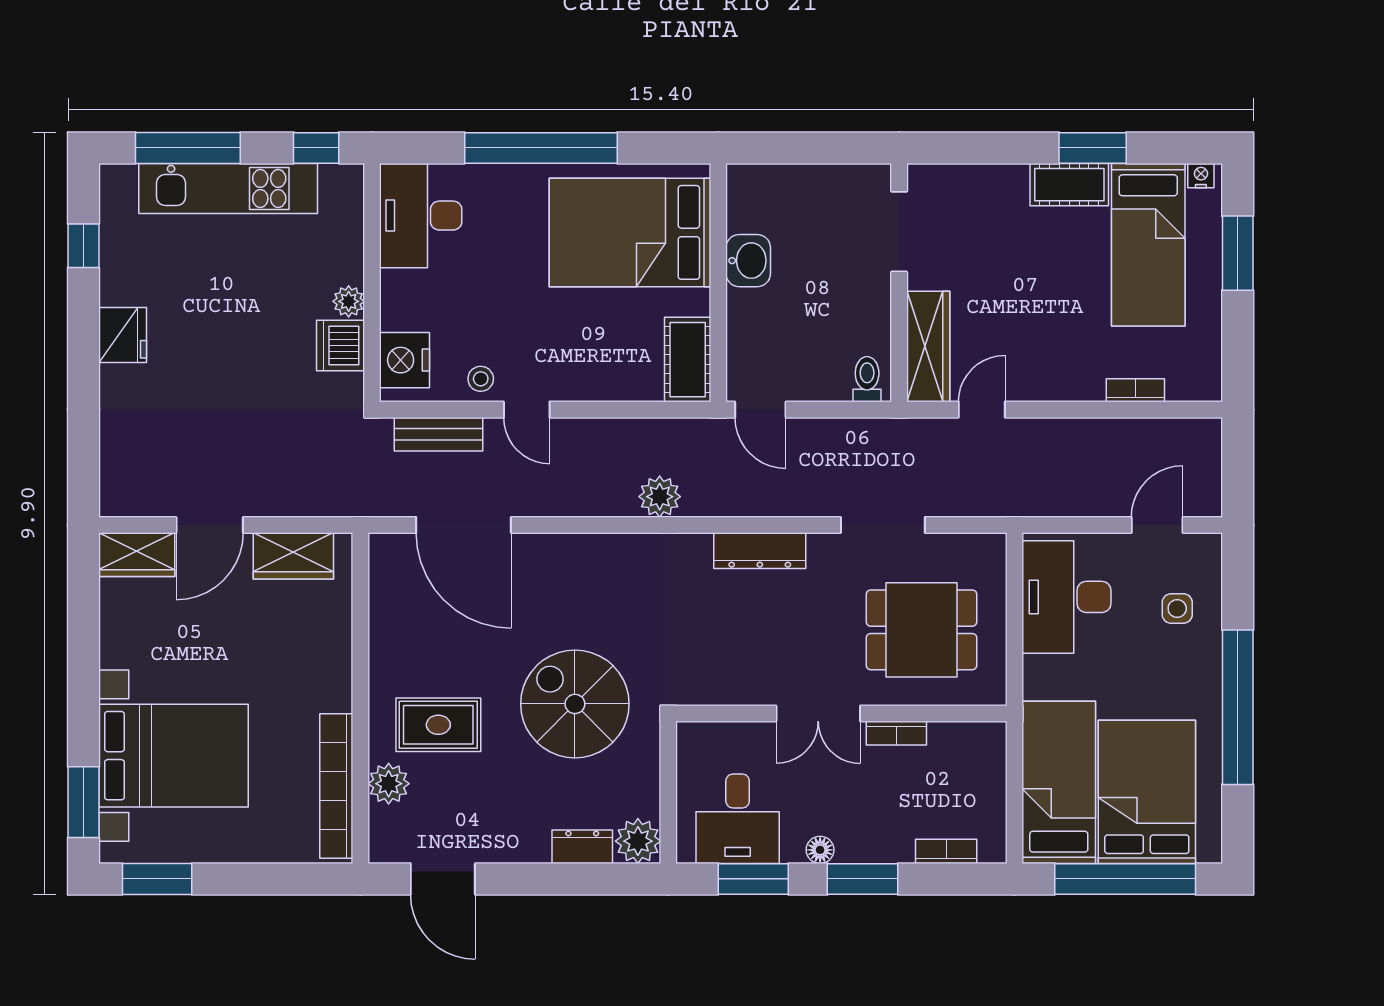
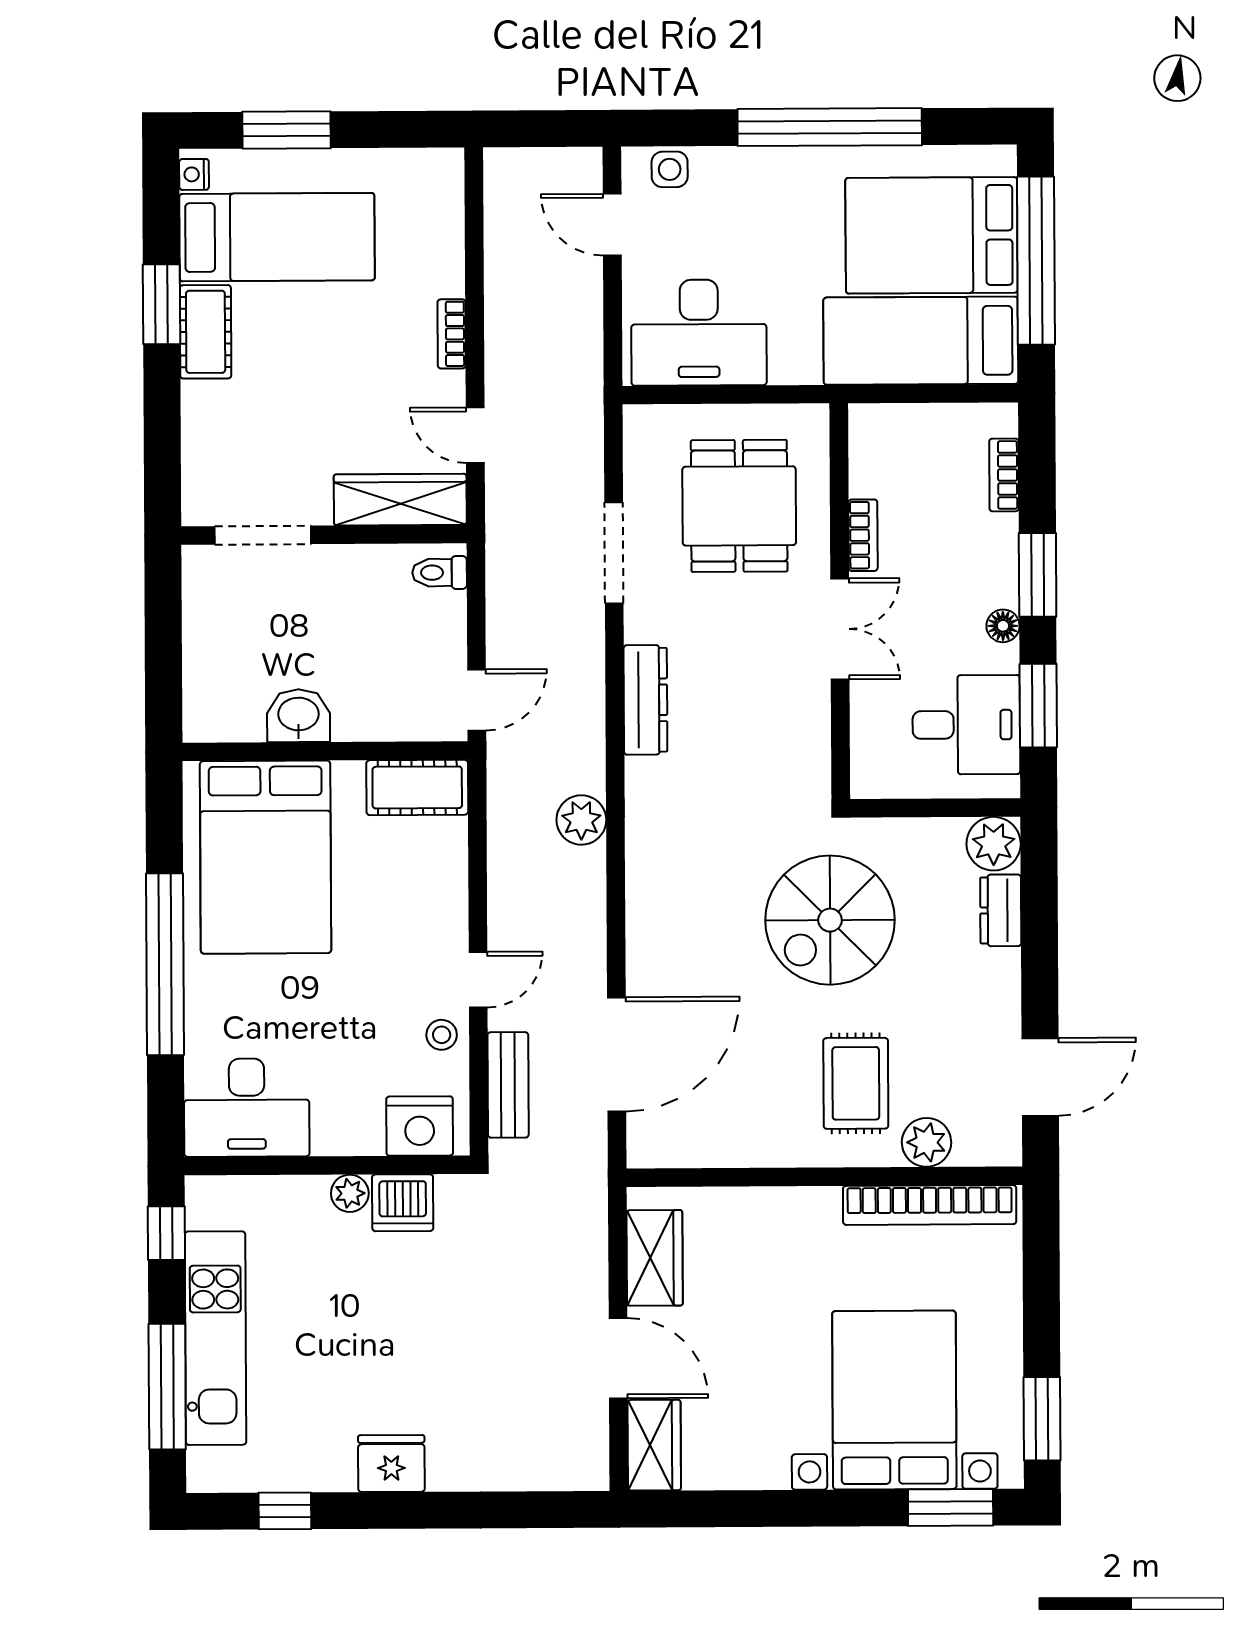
bookcase: (1135, 390) -> (452, 334), moved
side table: (1177, 609) -> (670, 169), moved

